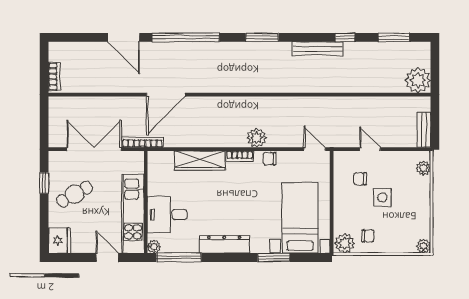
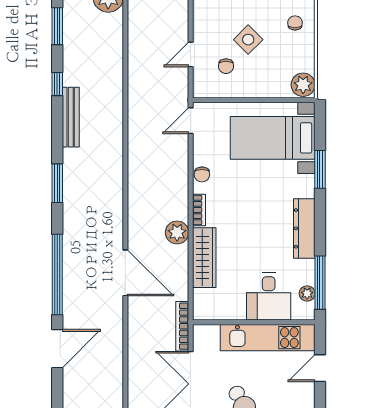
door: (166, 95) -> (125, 273), moved
plant: (257, 138) -> (177, 232), moved
side table: (382, 197) -> (248, 40), turned 45
chair: (368, 236) -> (295, 23), moved
plant: (154, 247) -> (307, 294), moved

